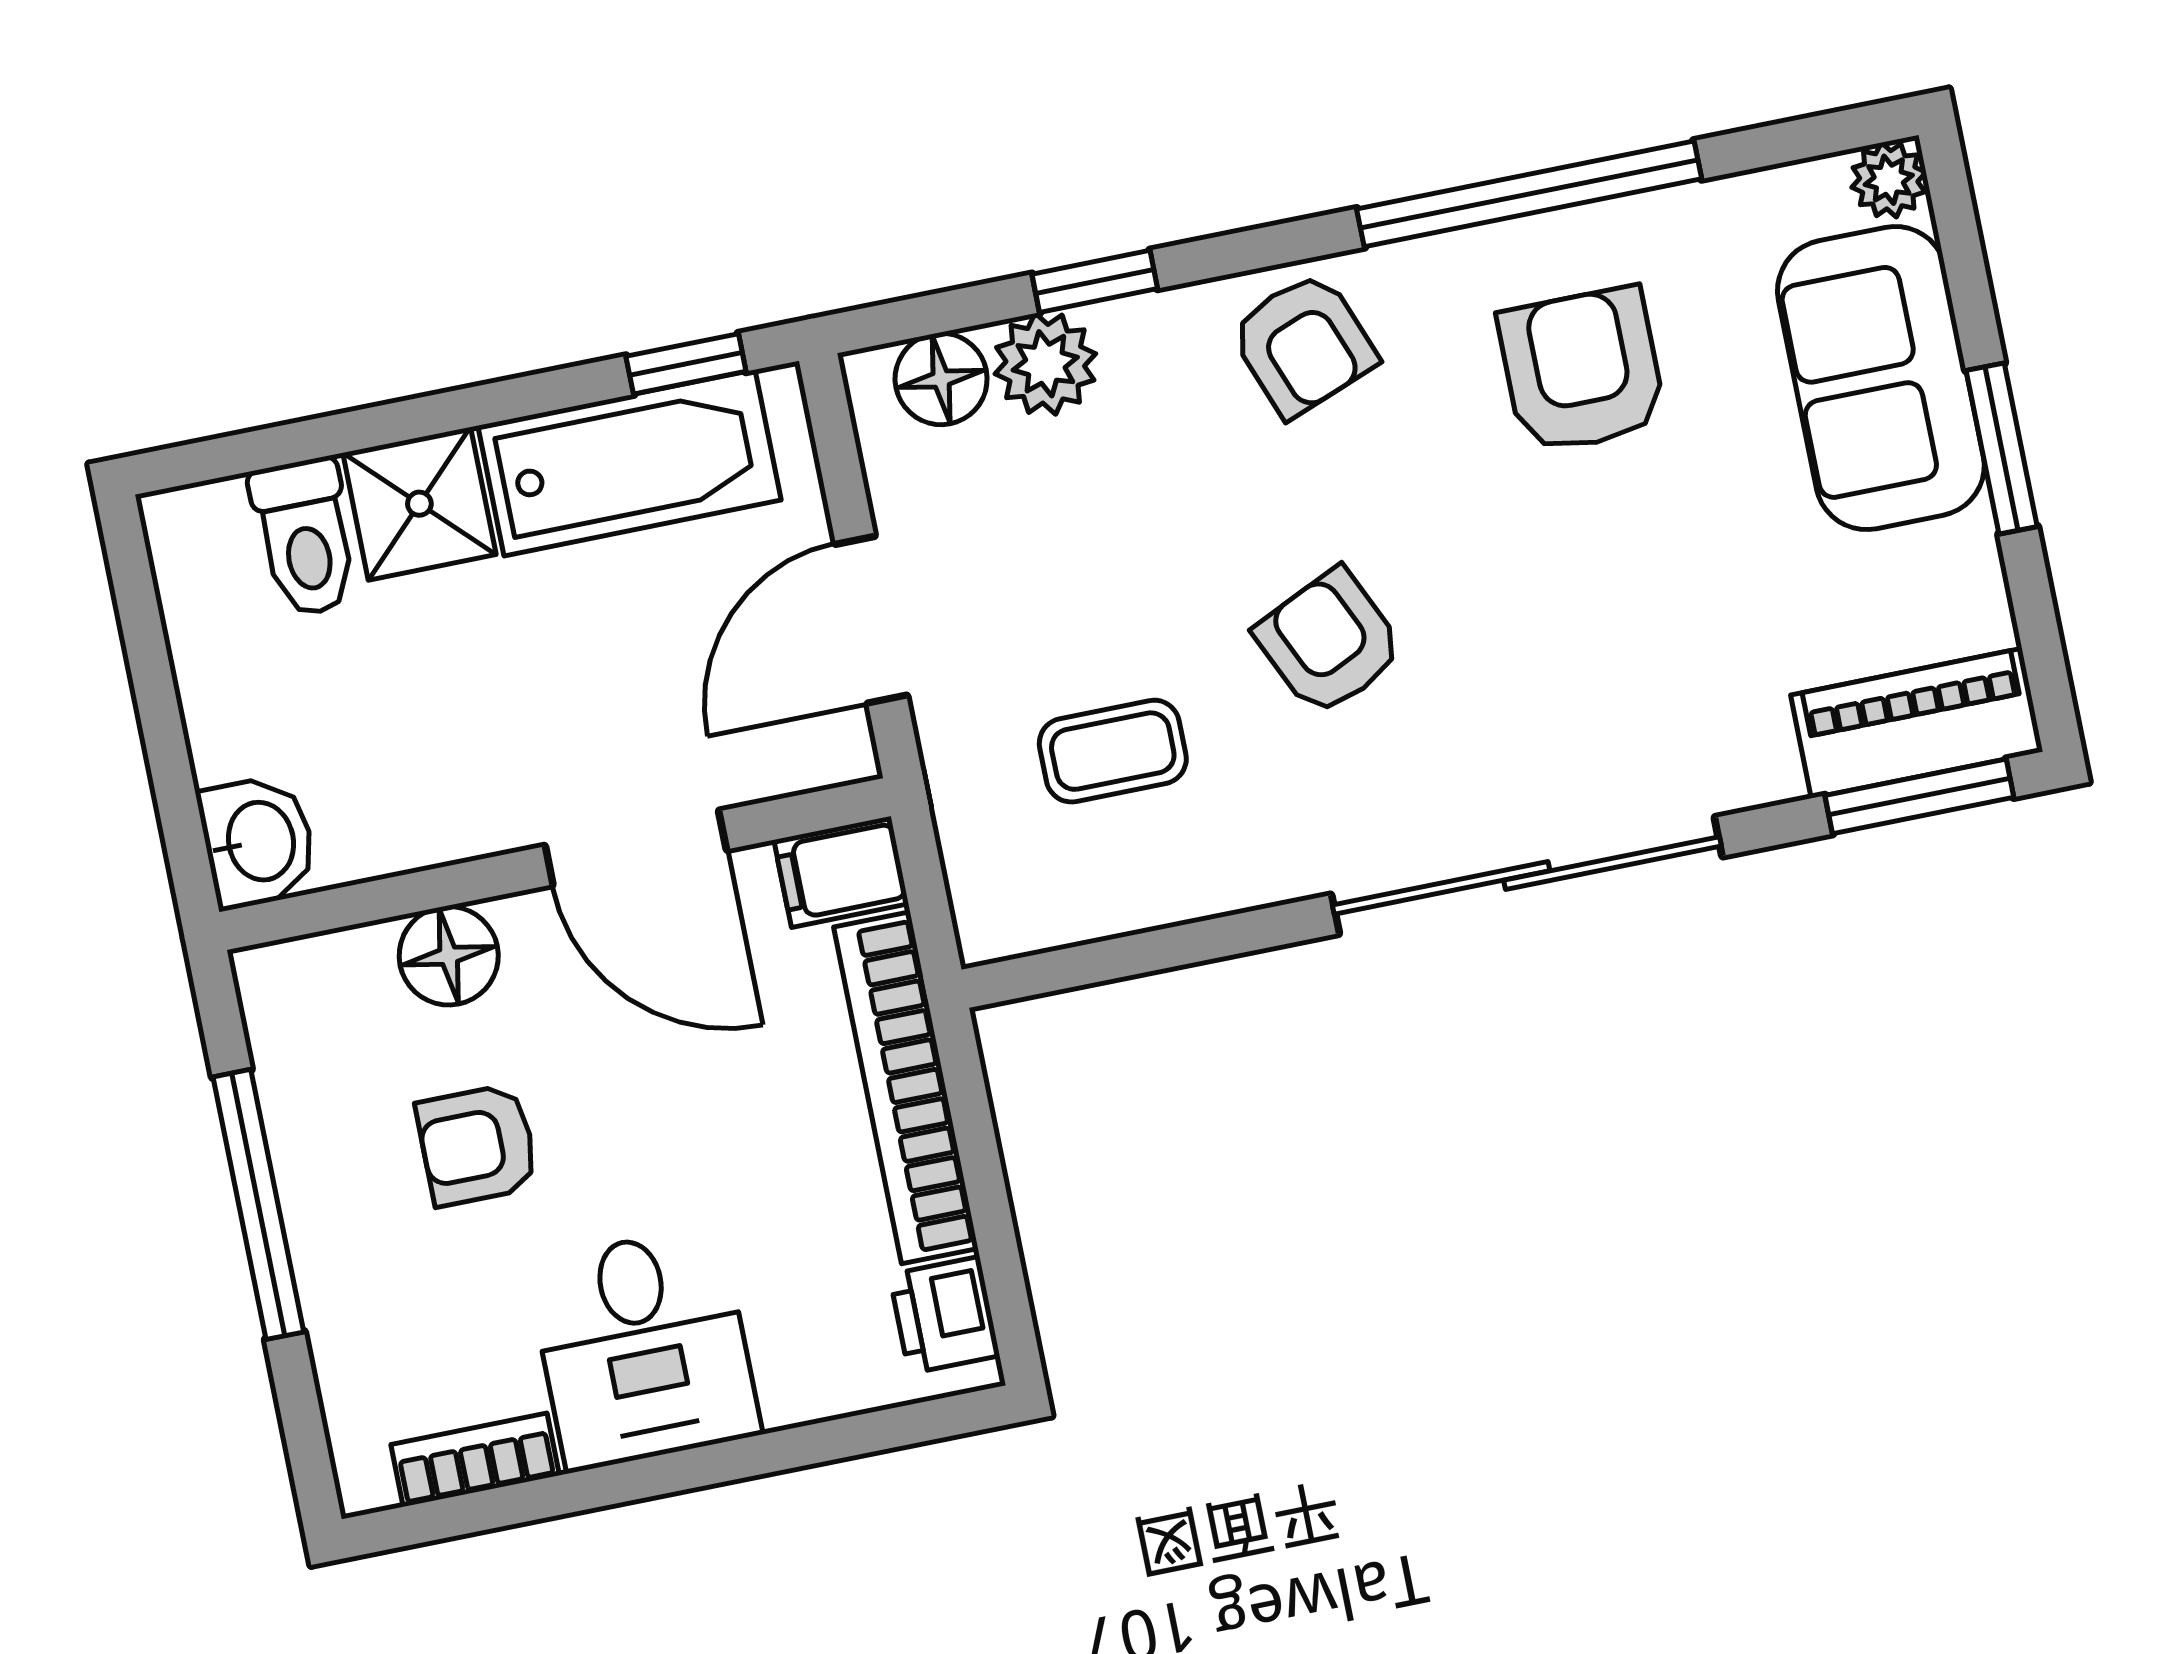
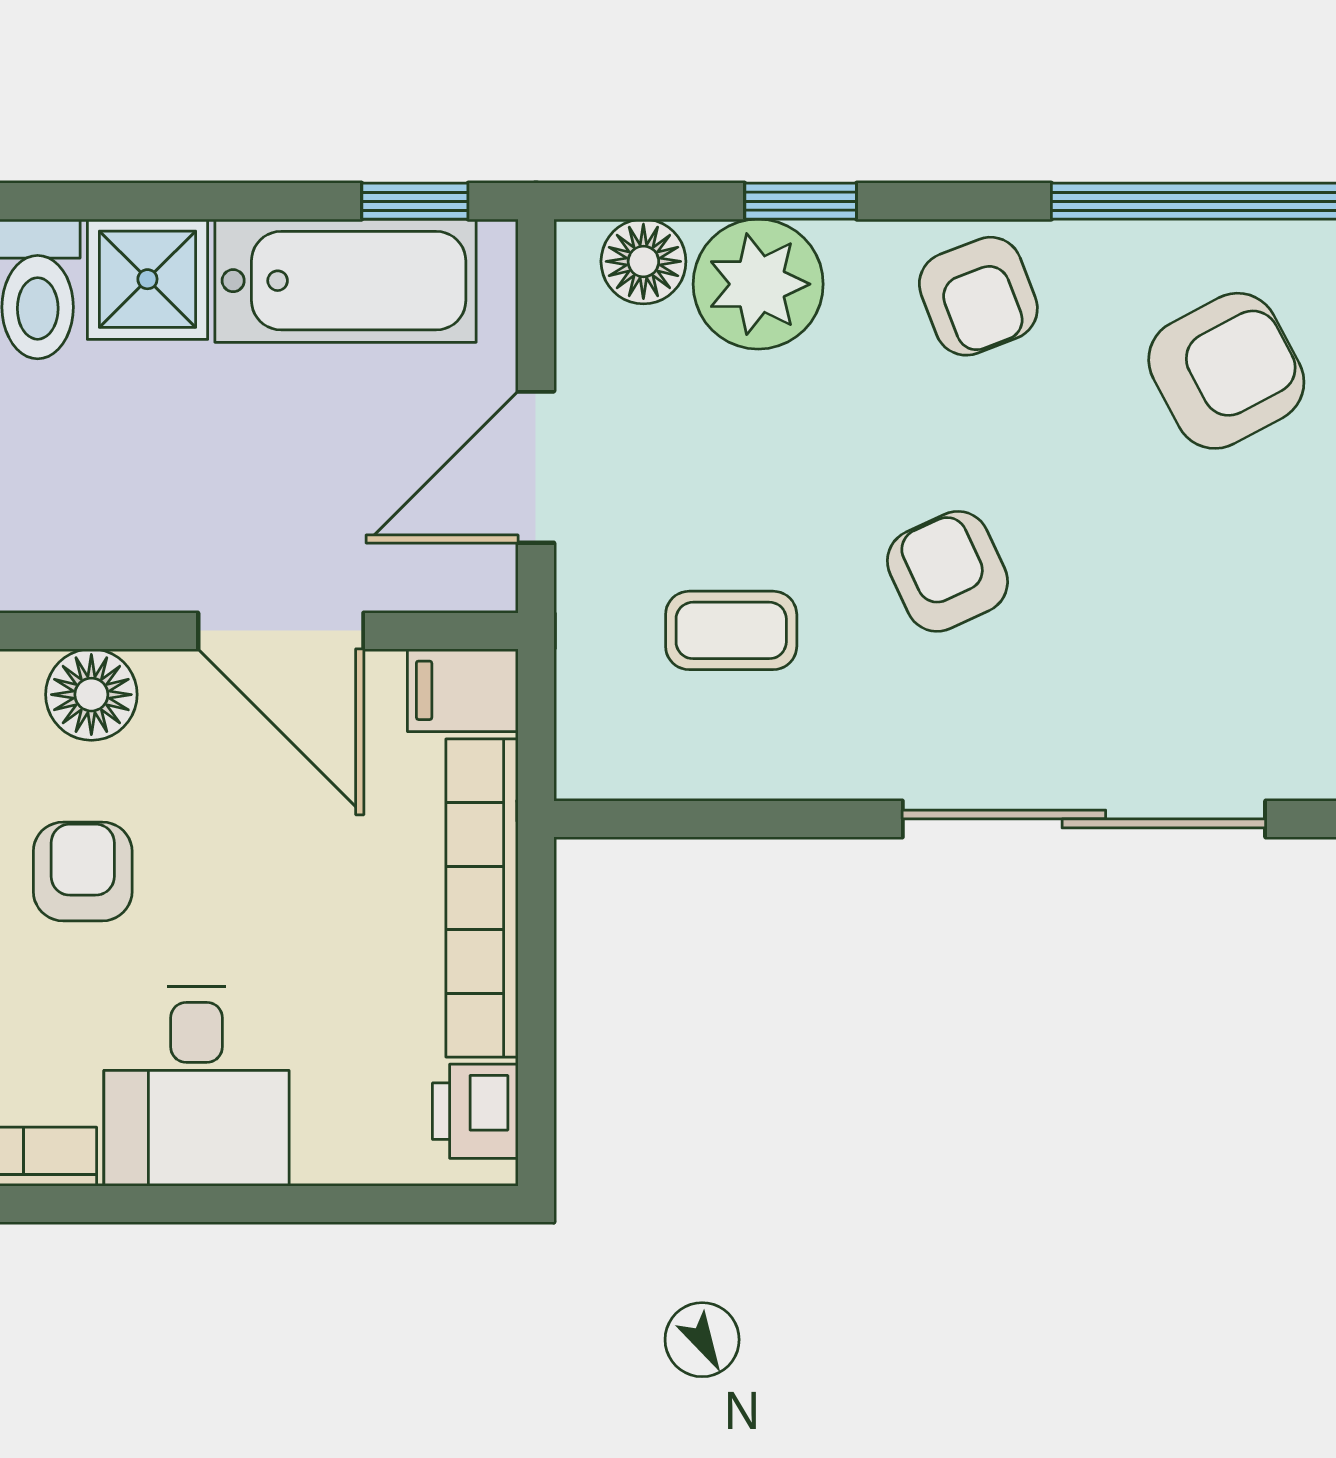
plant: (1045, 364) -> (758, 284), width x1.36, depth x1.36
armchair: (1582, 370) -> (1226, 371), turned 62
armchair: (477, 1145) -> (83, 871), turned 90

